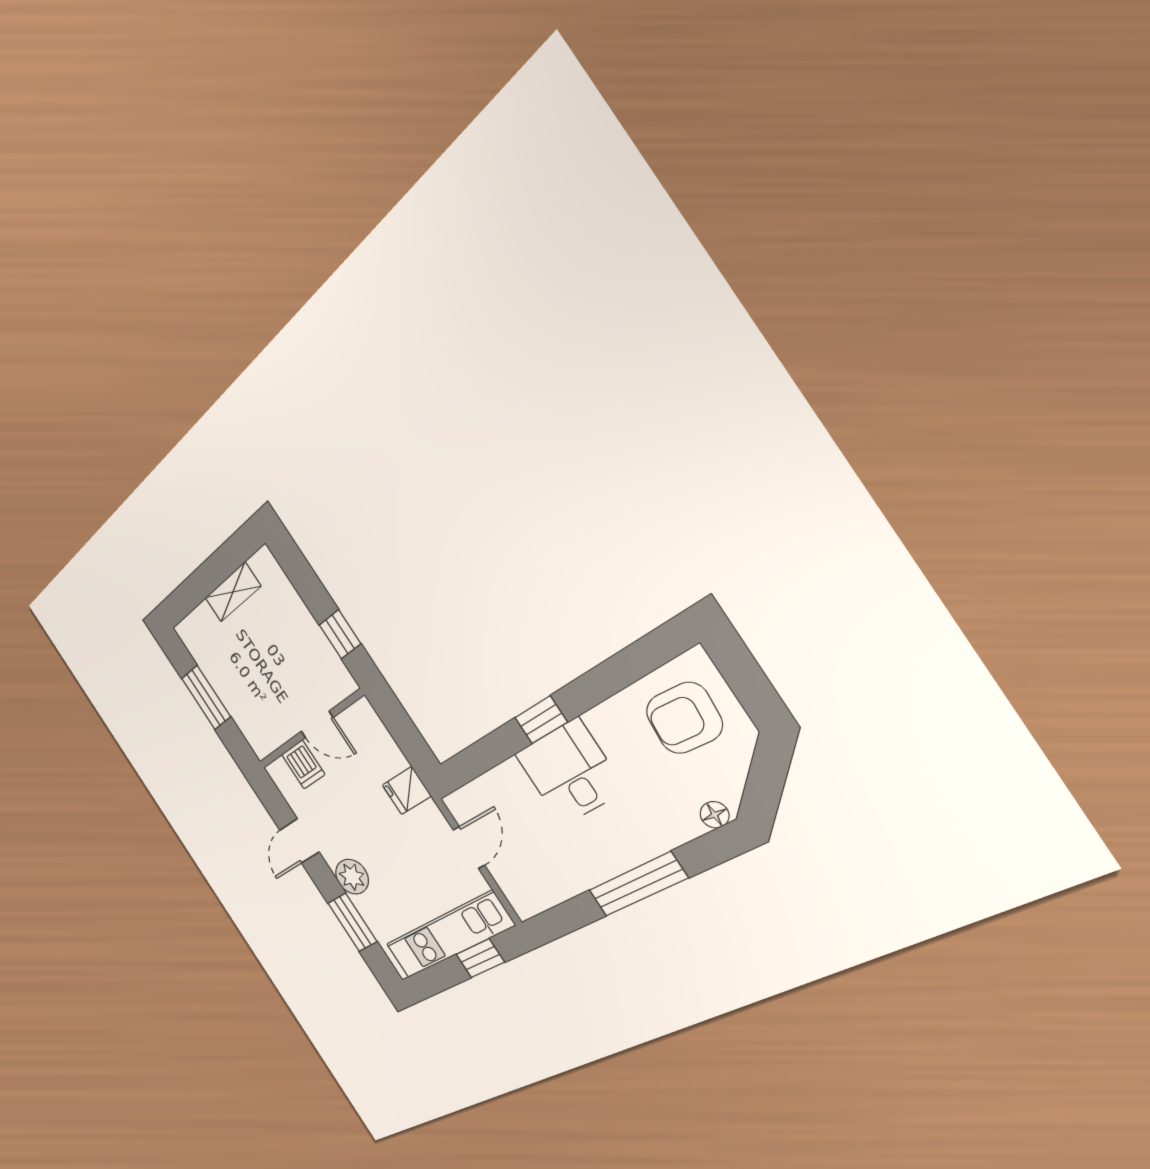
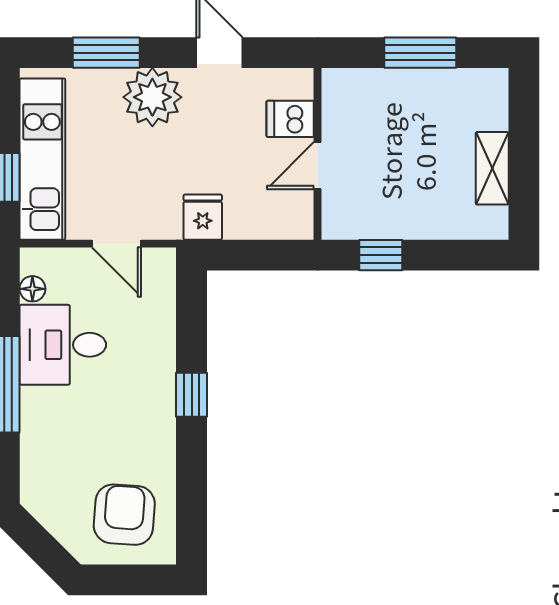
desk: (570, 772) -> (63, 345), moved, turned 180
floor lamp: (715, 815) -> (32, 289), moved
plant: (352, 877) -> (152, 97), width x1.36, depth x1.36

